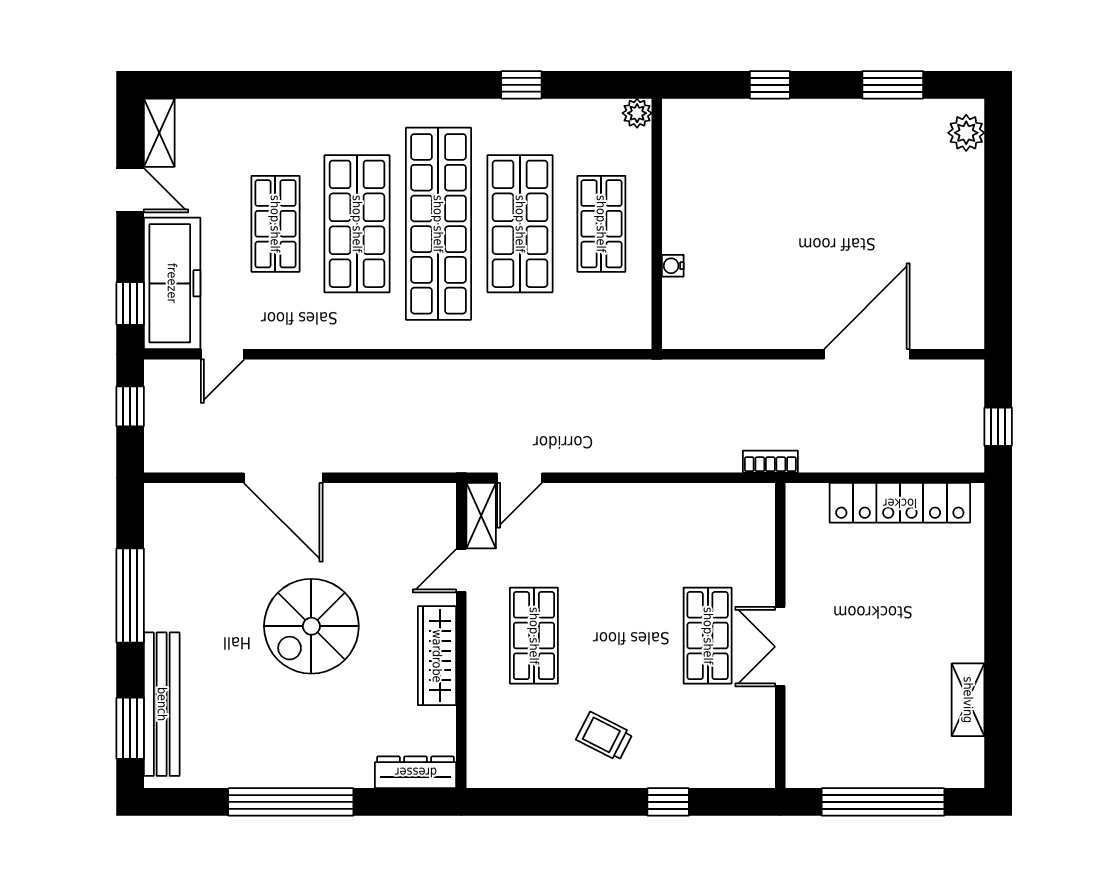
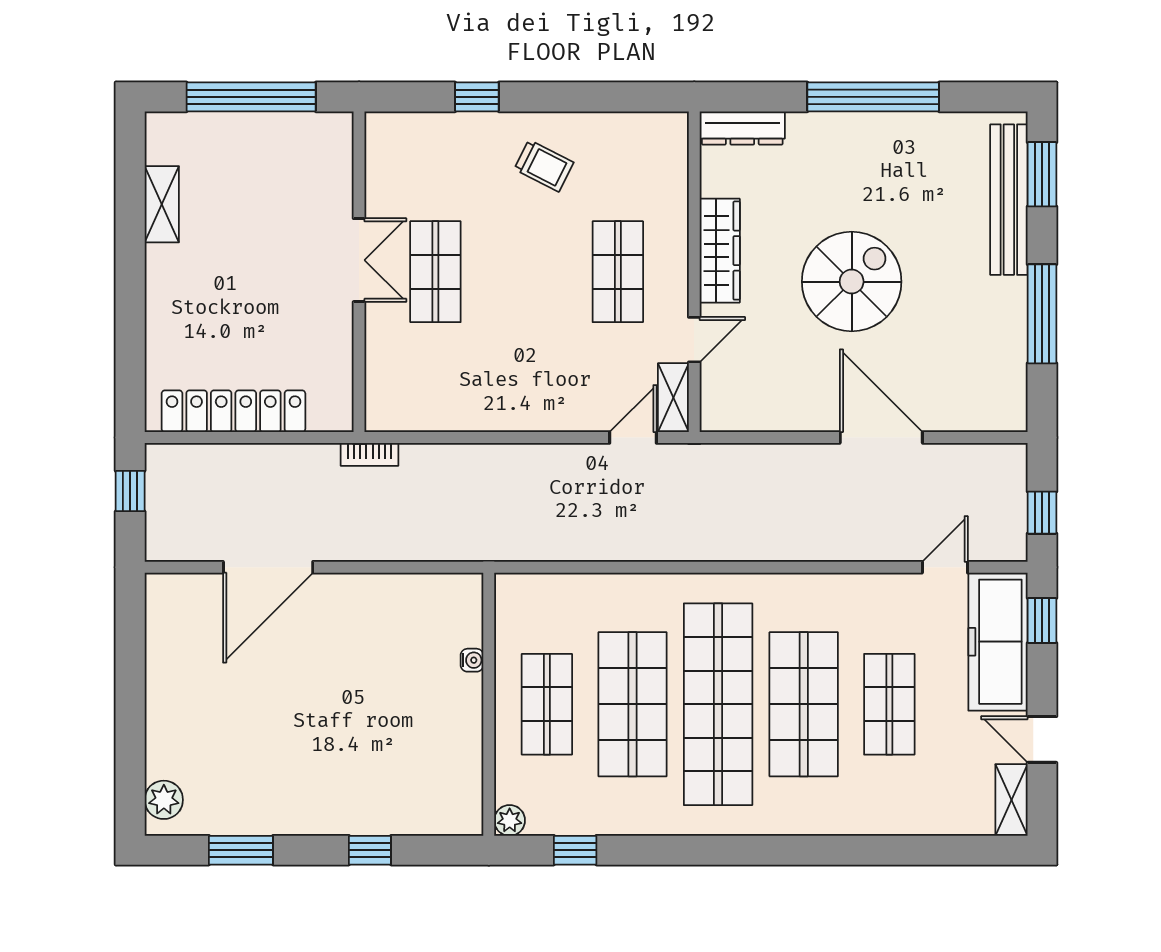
window: (521, 85) -> (575, 850), moved

